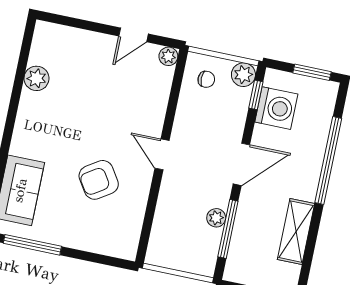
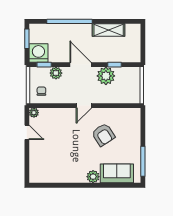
plant: (243, 75) -> (56, 73), moved
plant: (36, 78) -> (93, 177), moved
washing machine: (276, 108) -> (38, 53), moved
plant: (216, 218) -> (106, 76), width x1.88, depth x1.88
window: (228, 229) -> (114, 65), width x0.46

